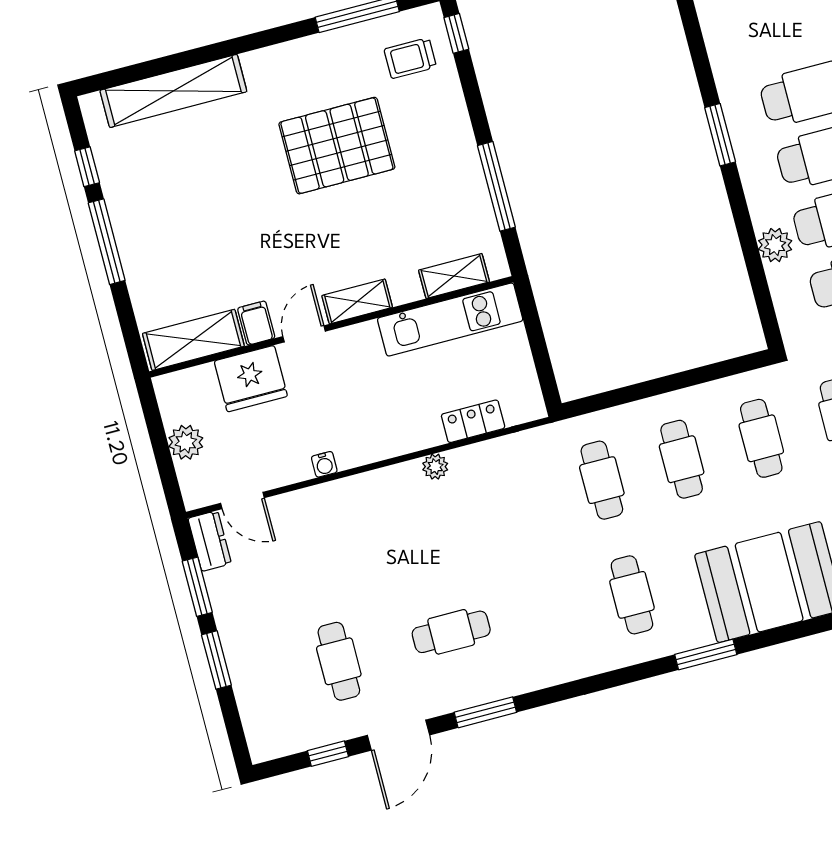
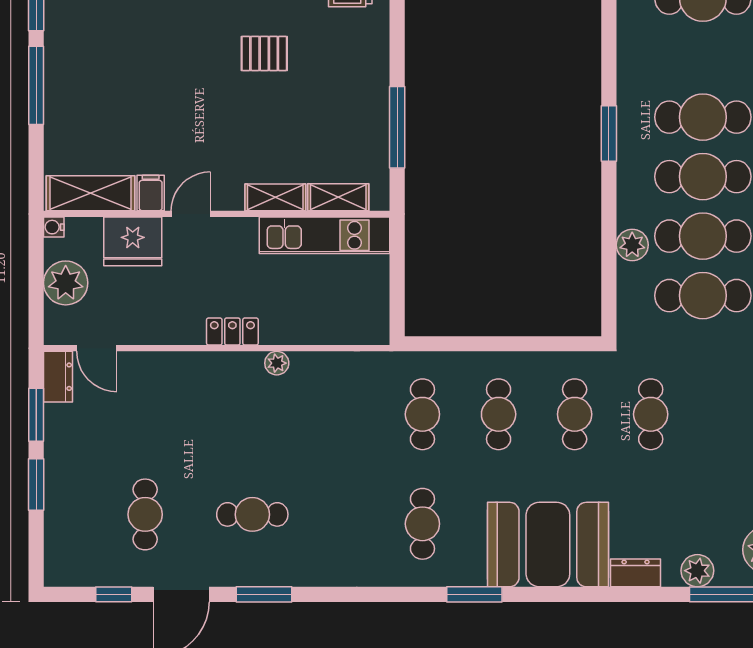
pallet: (337, 146) -> (264, 53), width x0.49, depth x0.50
shelving: (357, 301) -> (275, 197), moved
locker: (473, 421) -> (232, 332), moved
plant: (186, 442) -> (66, 283), width x1.36, depth x1.36
water cooler: (324, 464) -> (54, 227), moved, turned 90

